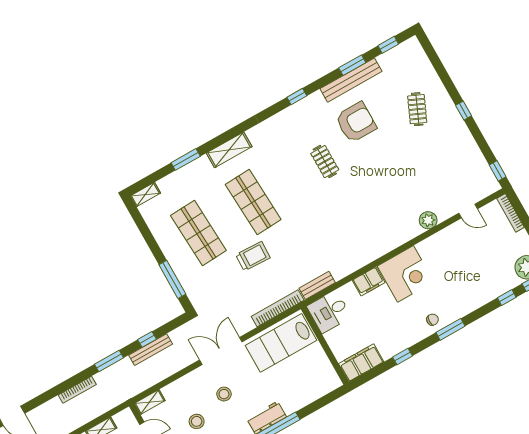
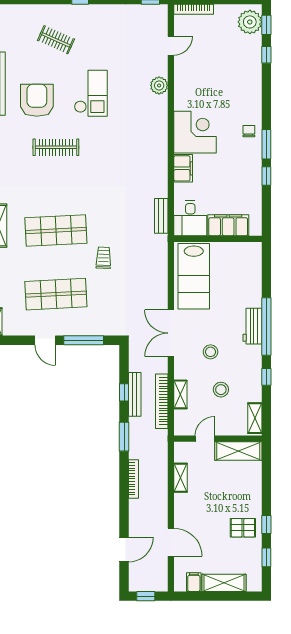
clothes rail: (325, 162) -> (56, 147), width x1.36
checkout: (388, 165) -> (91, 93), added
door: (154, 246) -> (45, 340), added
trolley: (253, 256) -> (103, 258), width x0.73, depth x0.72
bookcase: (278, 308) -> (162, 401), moved
window: (450, 329) -> (266, 144), moved
filing cabinet: (361, 363) -> (228, 225), moved, turned 90
shelving: (150, 402) -> (180, 394), moved

